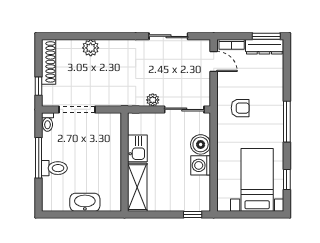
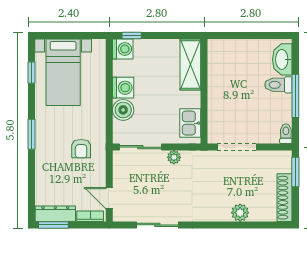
window: (39, 86) -> (295, 172), width x1.50
armchair: (240, 108) -> (81, 149), turned -90
doorway: (77, 109) -> (237, 147), moved
window: (287, 122) -> (31, 134), width x0.69
kitchen sink: (137, 148) -> (190, 123), moved
washbasin: (85, 202) -> (282, 59), moved, turned 90
washing machine: (201, 202) -> (123, 49), added

